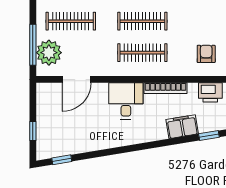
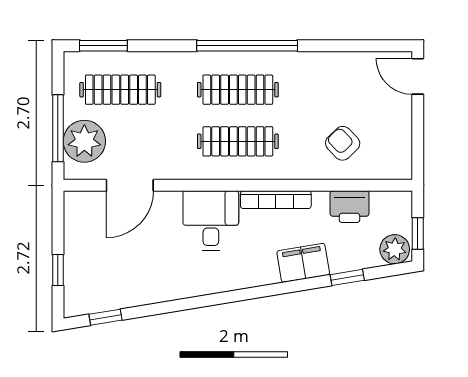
armchair: (206, 54) -> (343, 143), turned -44

